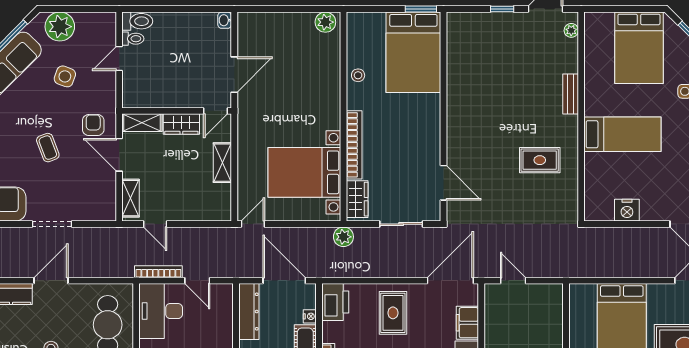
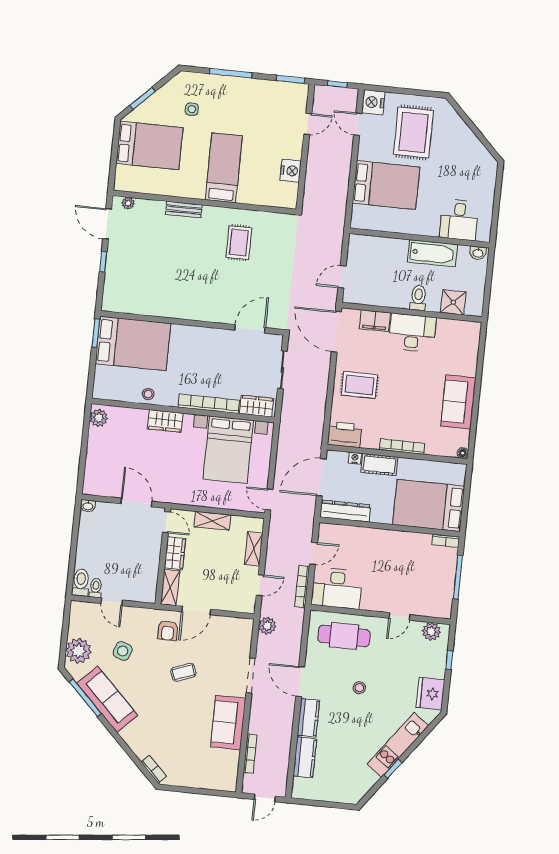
wardrobe: (330, 98) -> (165, 421), added
armchair: (93, 125) -> (168, 631), turned -90
shelving: (131, 198) -> (254, 549), moved, turned 90
plant: (343, 237) -> (267, 626), moved

